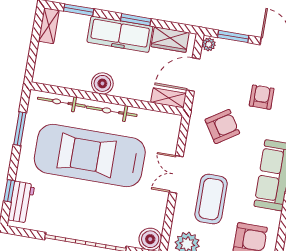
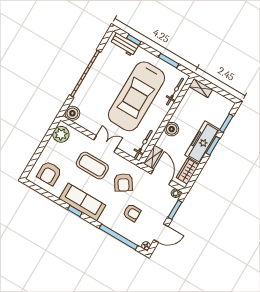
window: (136, 20) -> (213, 146), moved
shelving: (49, 26) -> (201, 88), moved
boiler: (102, 83) -> (172, 129), moved
bicycle: (112, 111) -> (143, 145), moved
car: (90, 155) -> (137, 96), turned 180
coffee table: (211, 199) -> (92, 166), moved

